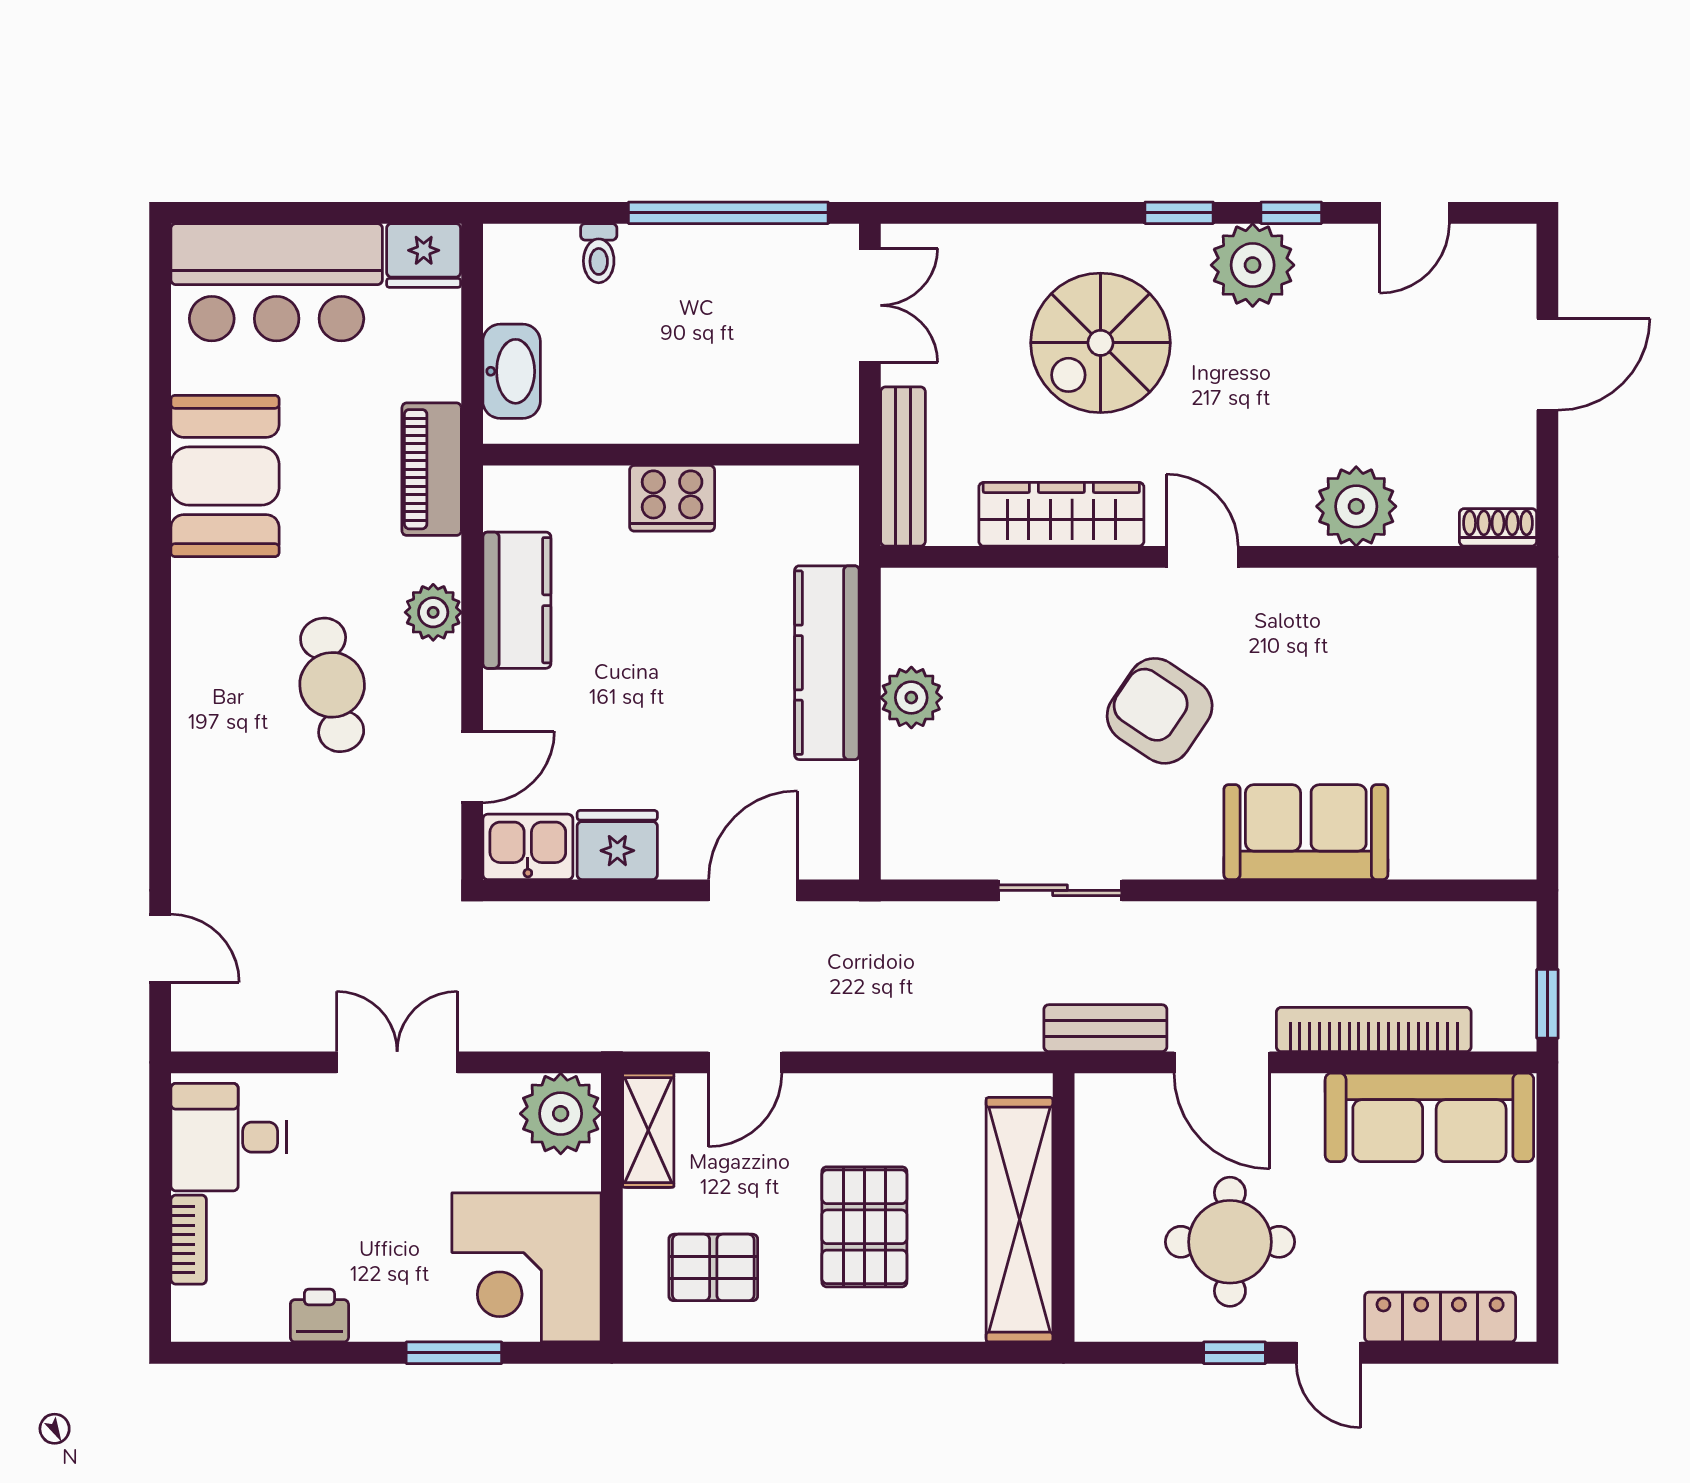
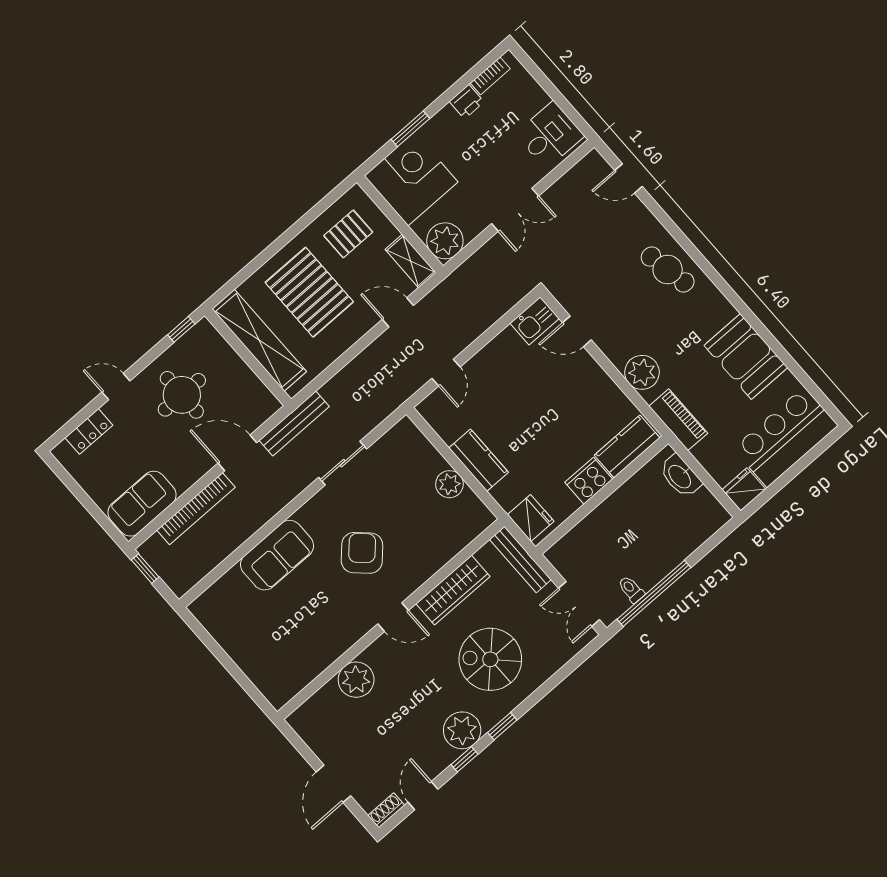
toilet: (599, 253) -> (631, 589), moved
spiral stairs: (1101, 343) -> (490, 659), turned -90
shoe rack: (1498, 527) -> (386, 810), moved, turned 180
kitchen counter: (517, 600) -> (627, 446), moved, turned 90
plant: (433, 612) -> (642, 372), width x1.36, depth x1.36
kitchen counter: (827, 663) -> (479, 460), width x0.67
cafe table: (332, 685) -> (668, 269), moved
armchair: (1160, 711) -> (362, 553), turned -81
door: (472, 767) -> (577, 331), hinge flipped
fridge: (617, 845) -> (531, 518), moved, turned -90
door: (753, 890) -> (446, 373), width x0.73
bench: (1105, 1028) -> (294, 423), width x1.36
door: (745, 1062) -> (398, 312), hinge flipped
sofa: (1429, 1117) -> (142, 504), width x0.73
pallet: (864, 1227) -> (309, 292), width x1.37, depth x1.41
bookcase: (189, 1240) -> (490, 76), moved, turned -90
locker: (1440, 1317) -> (89, 431), width x0.66
window: (1234, 1353) -> (181, 329), moved

